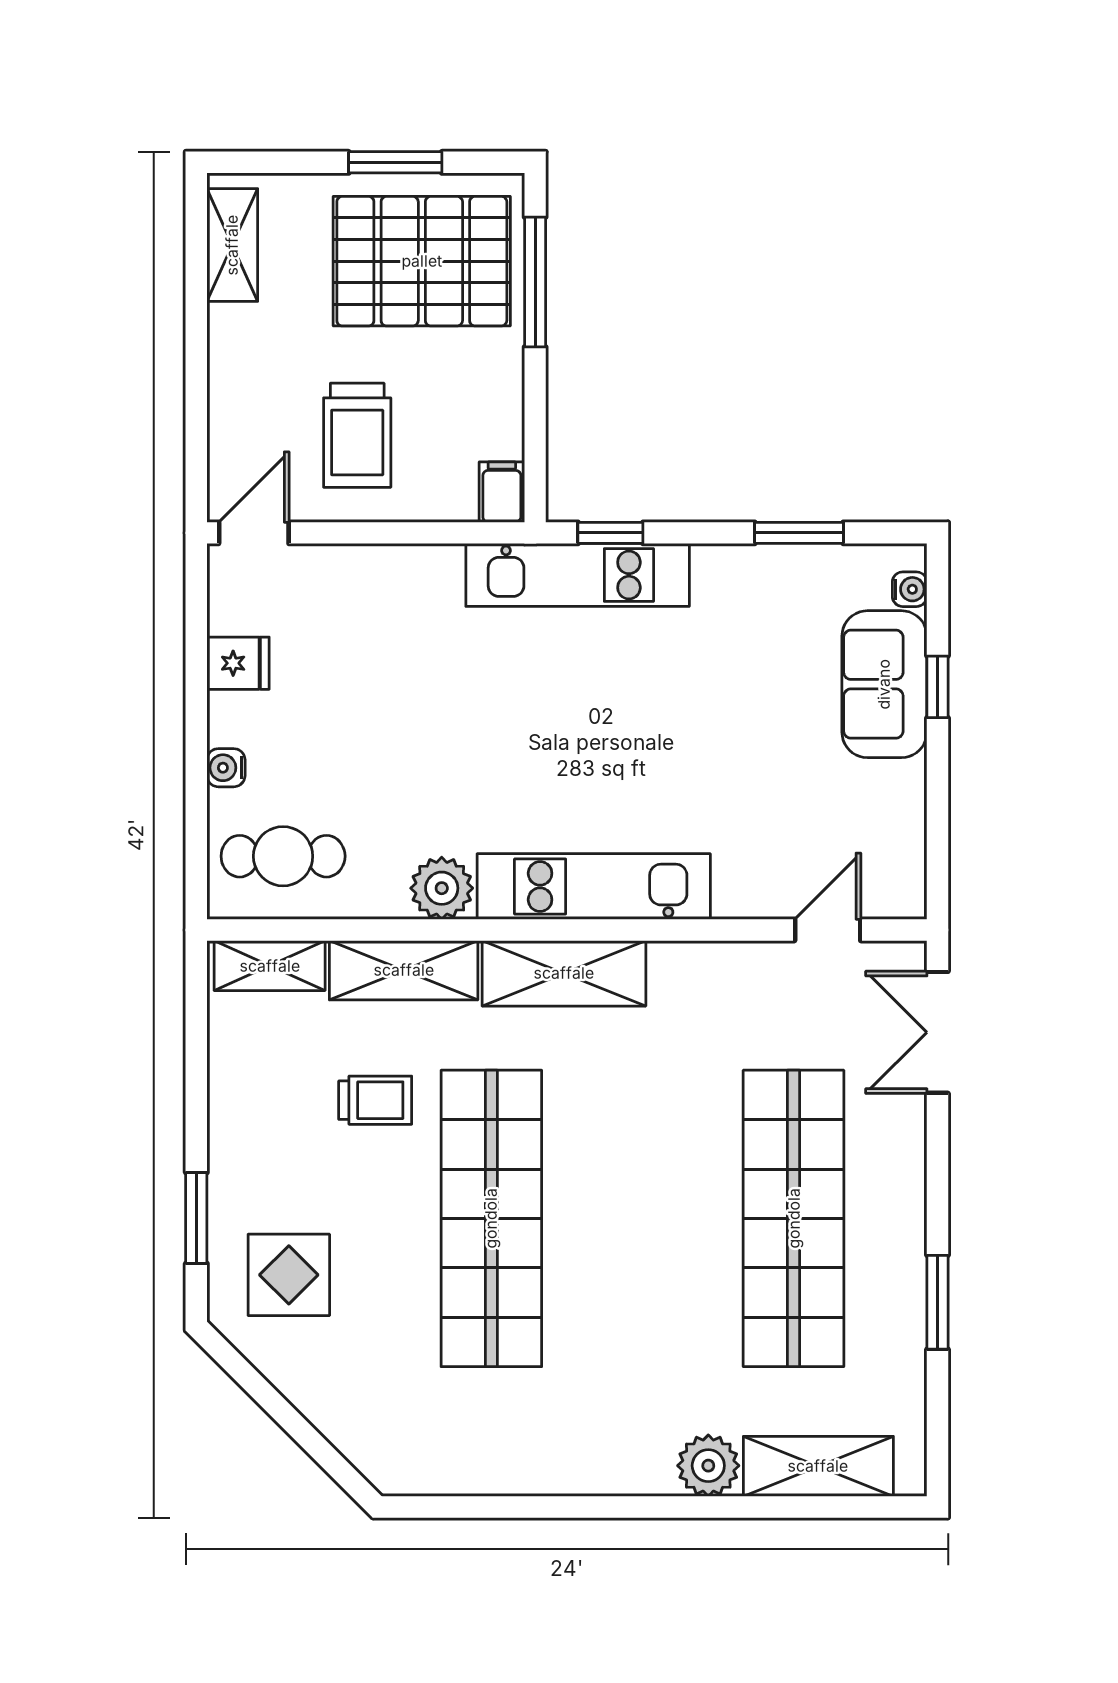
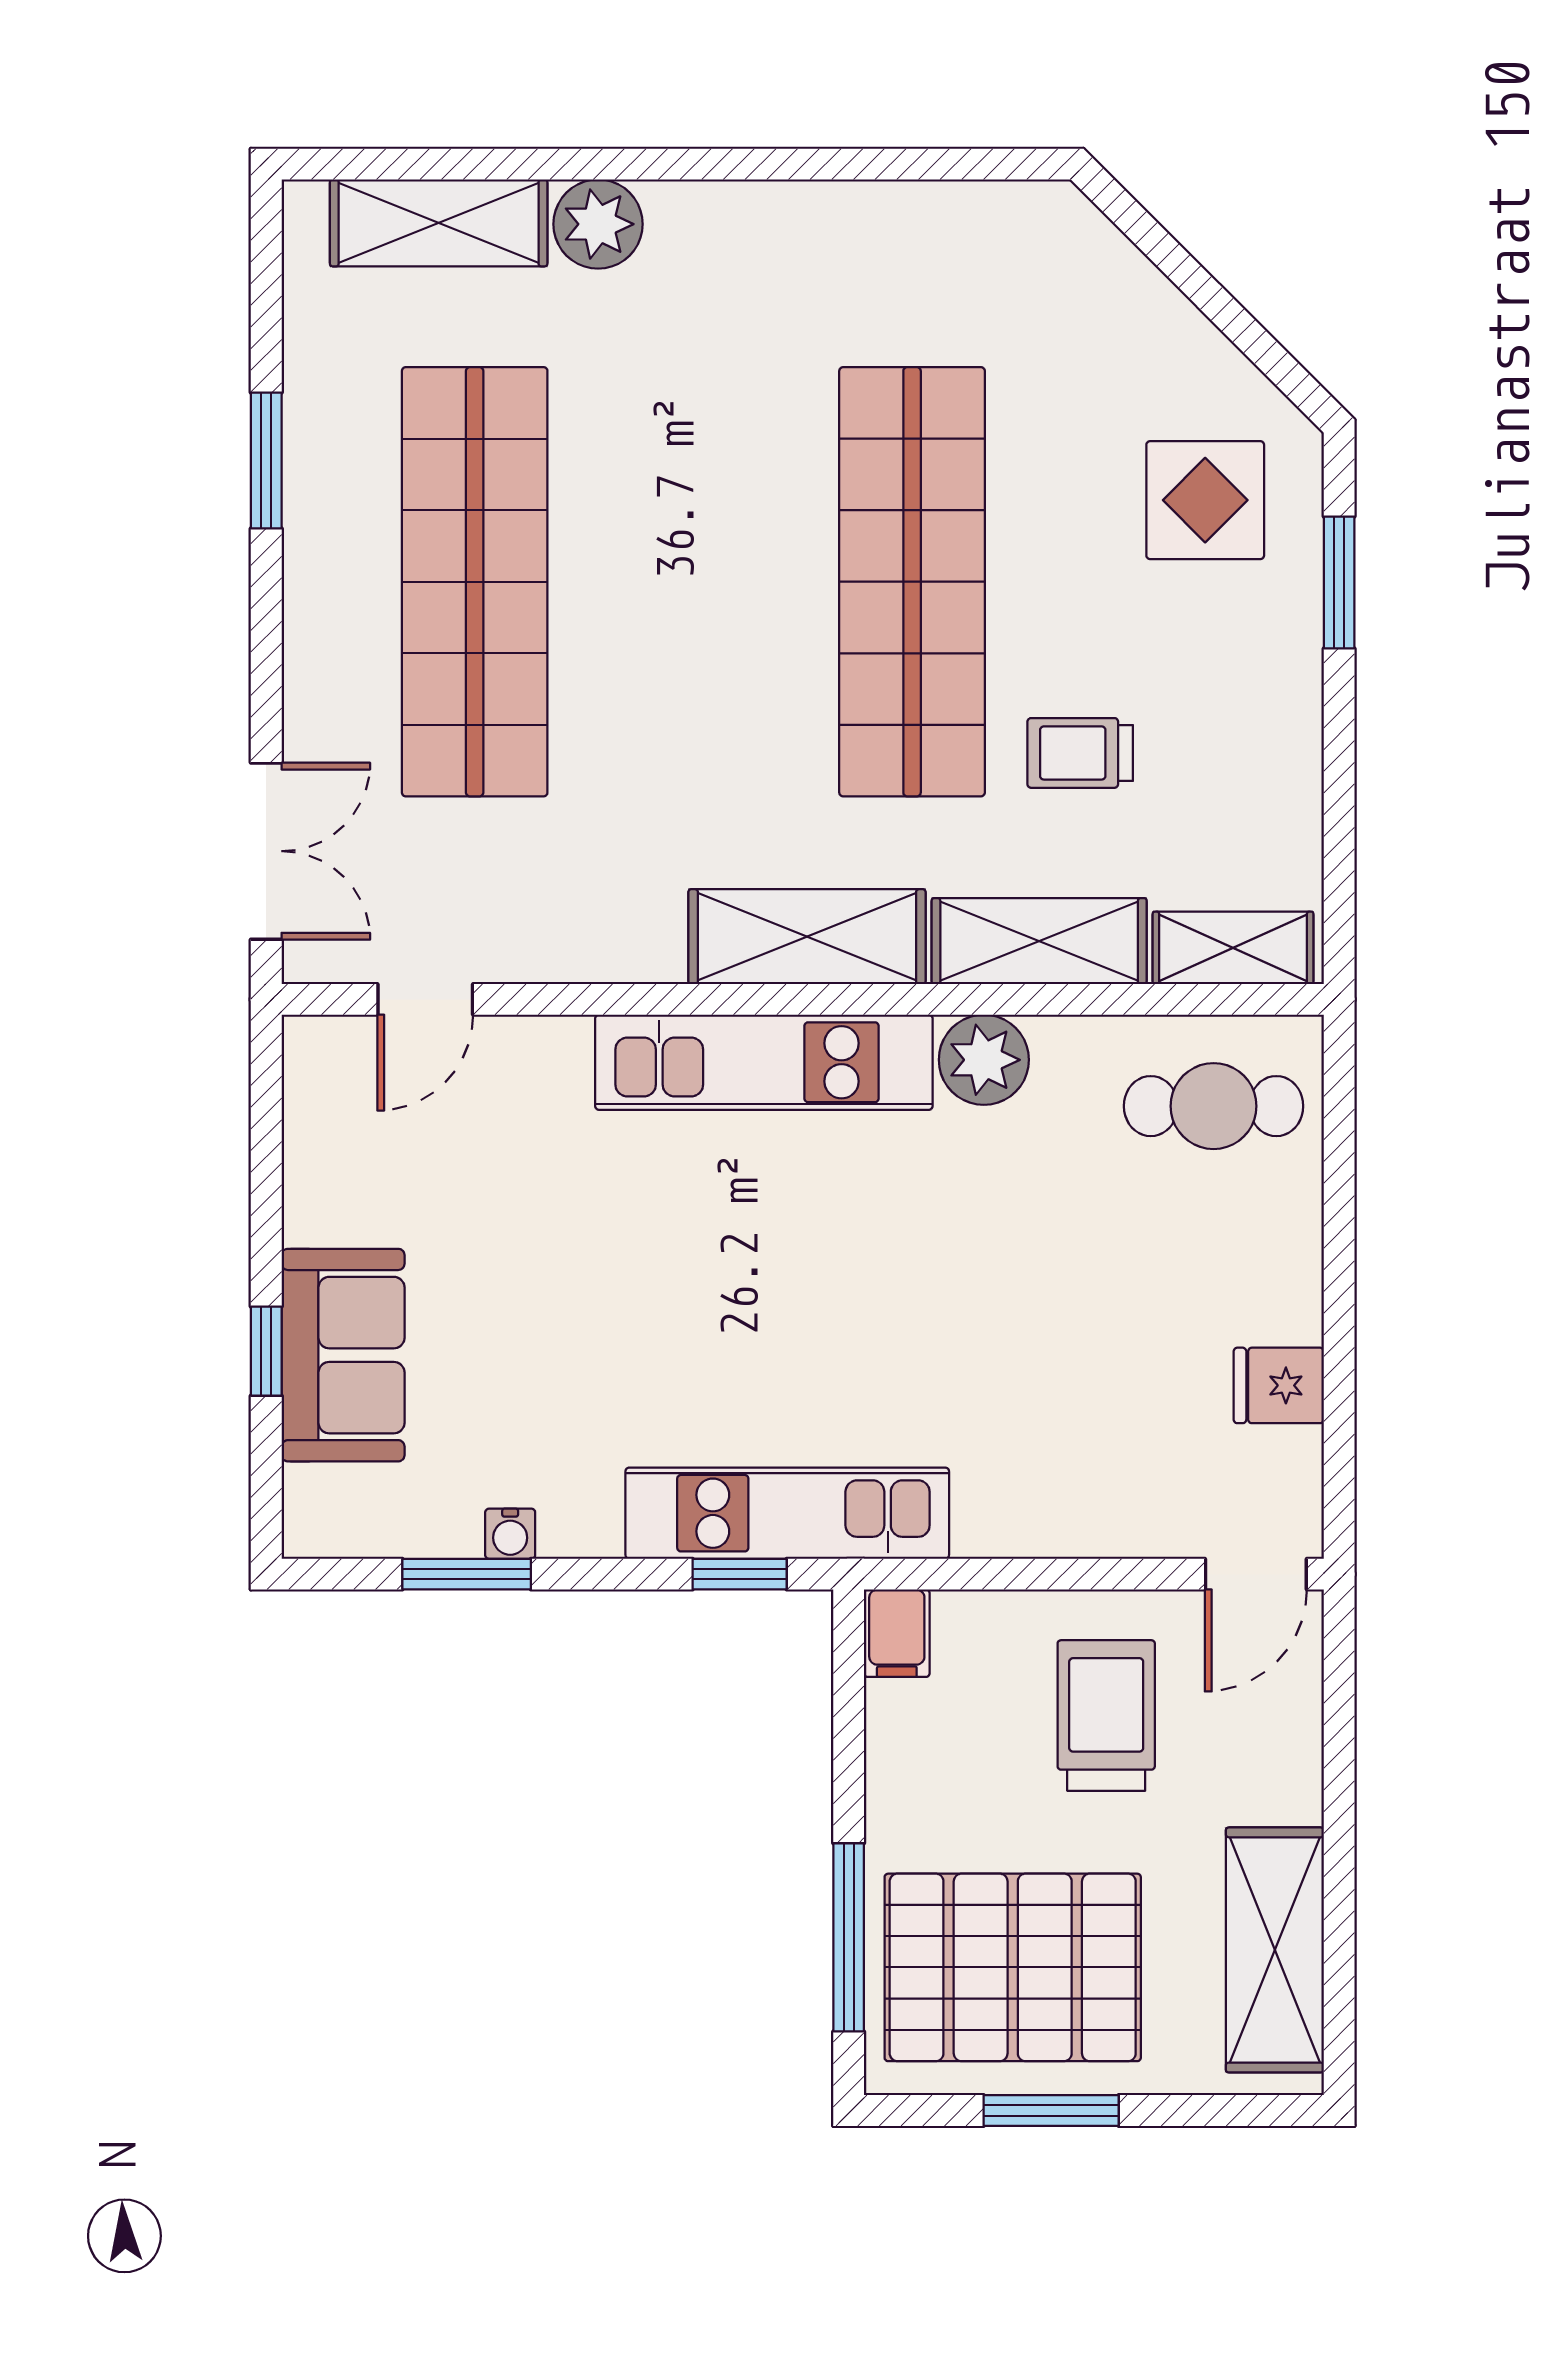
shelving: (232, 245) -> (1275, 1950), width x1.50, depth x1.33
water cooler: (910, 589) -> (510, 1534), moved, turned -90
water cooler: (226, 768) -> (1296, 1234), removed

